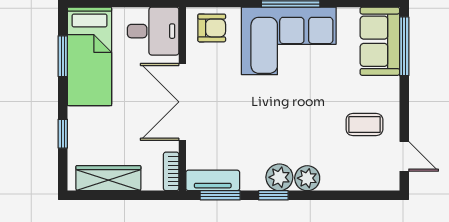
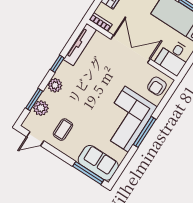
plant: (279, 177) -> (41, 108), moved
tv unit: (213, 180) -> (80, 44), width x1.41
window: (220, 195) -> (34, 100), moved

